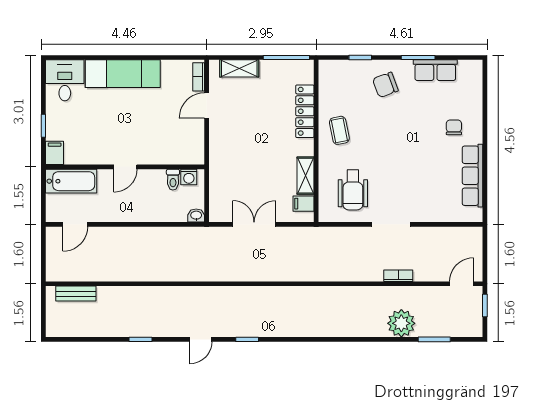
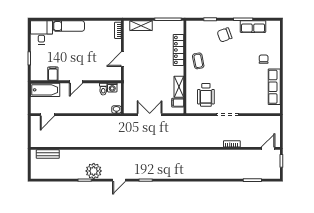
exam couch: (123, 74) -> (69, 26), width x0.73, depth x0.69
door: (207, 105) -> (122, 59), moved
filing cabinet: (55, 153) -> (53, 74), moved
plant: (401, 323) -> (94, 171), moved

